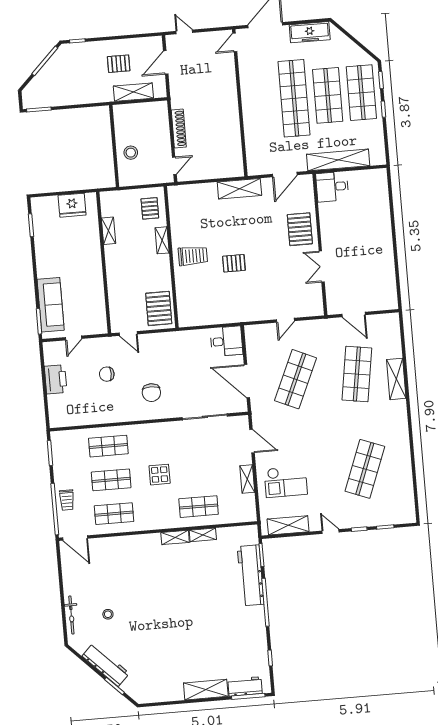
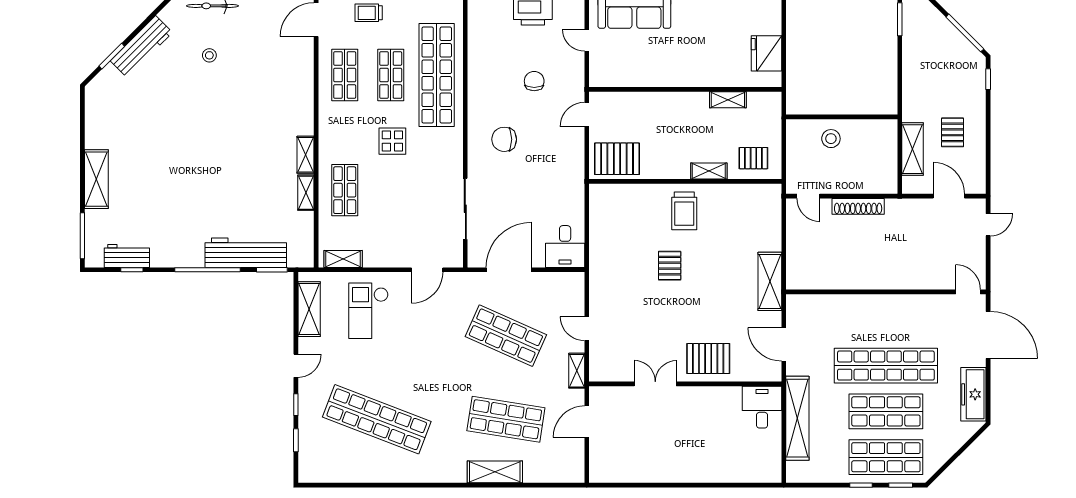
shelving: (317, 325) -> (577, 371), added
shop shelf: (108, 446) -> (437, 75), width x2.00, depth x1.36
shop shelf: (365, 469) -> (377, 419), width x1.40
shelving: (247, 479) -> (343, 259), moved
workbench: (245, 686) -> (127, 256), moved, turned -90

